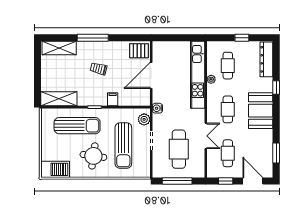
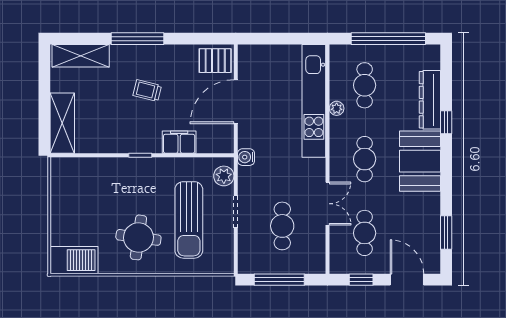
window: (242, 38) -> (388, 39), width x3.17
dresser: (266, 59) -> (430, 100), moved
shelving: (59, 99) -> (62, 123), moved, turned 90
filing cabinet: (113, 99) -> (179, 142), width x2.00
sun lounger: (77, 126) -> (111, 187), removed
cafe table: (179, 149) -> (282, 226), width x0.73, depth x0.74

